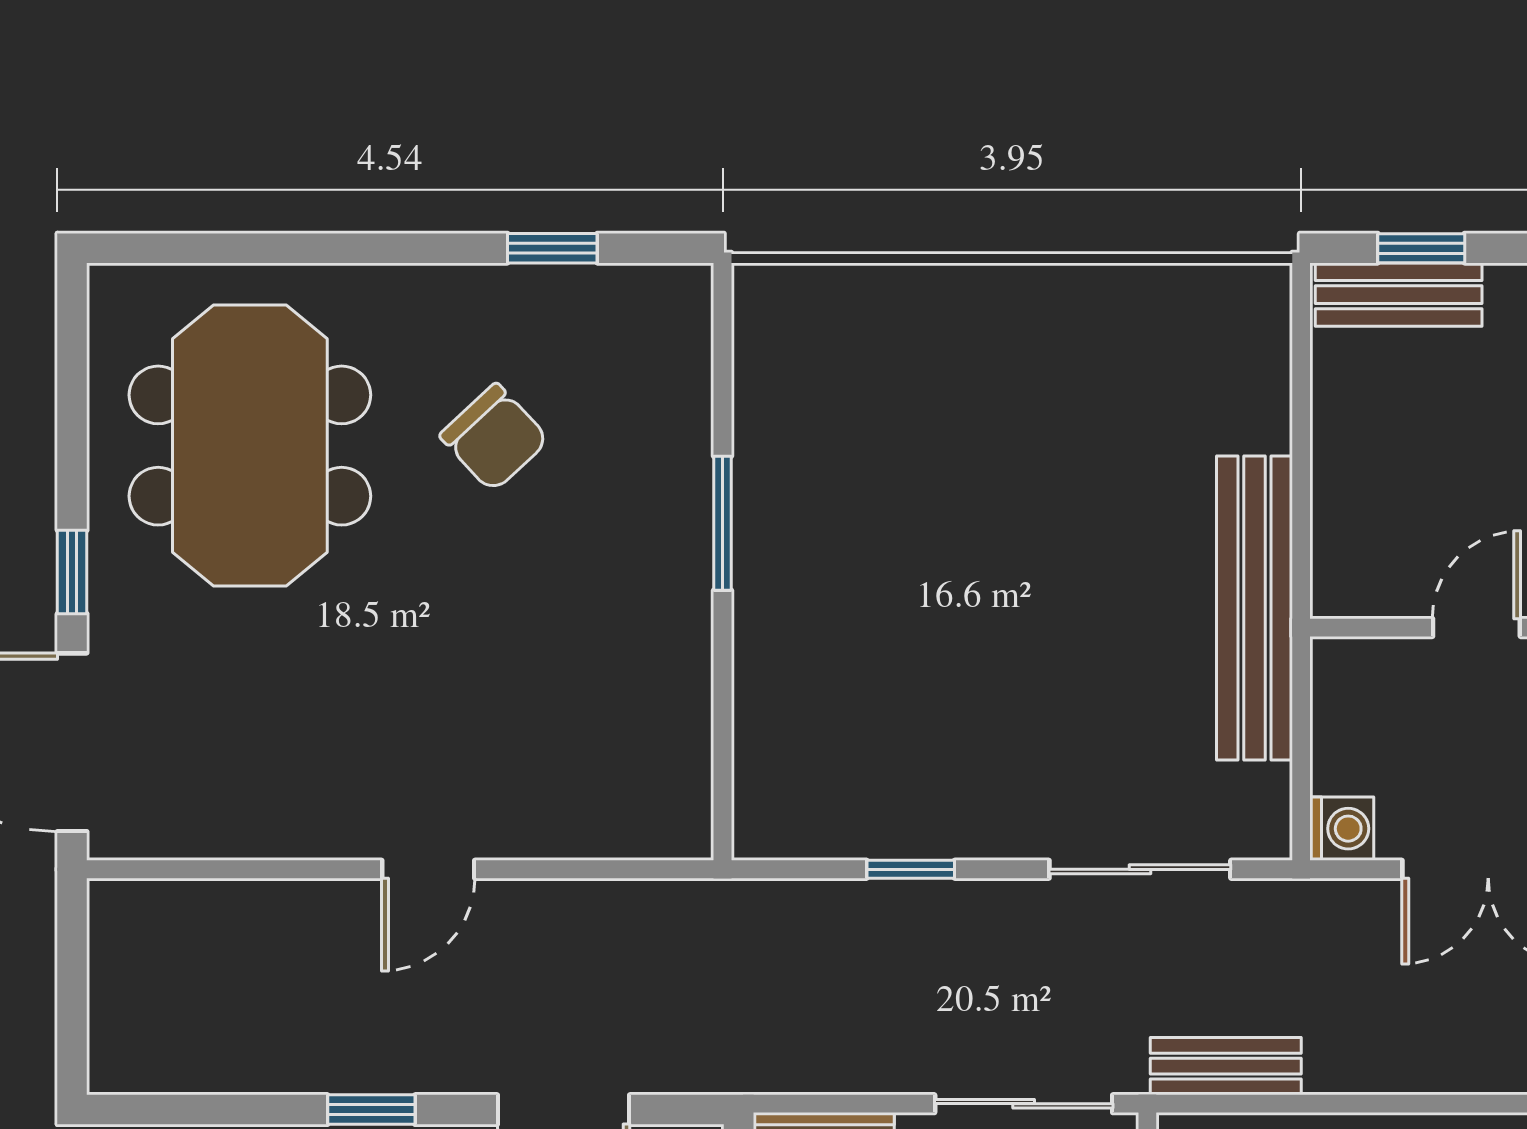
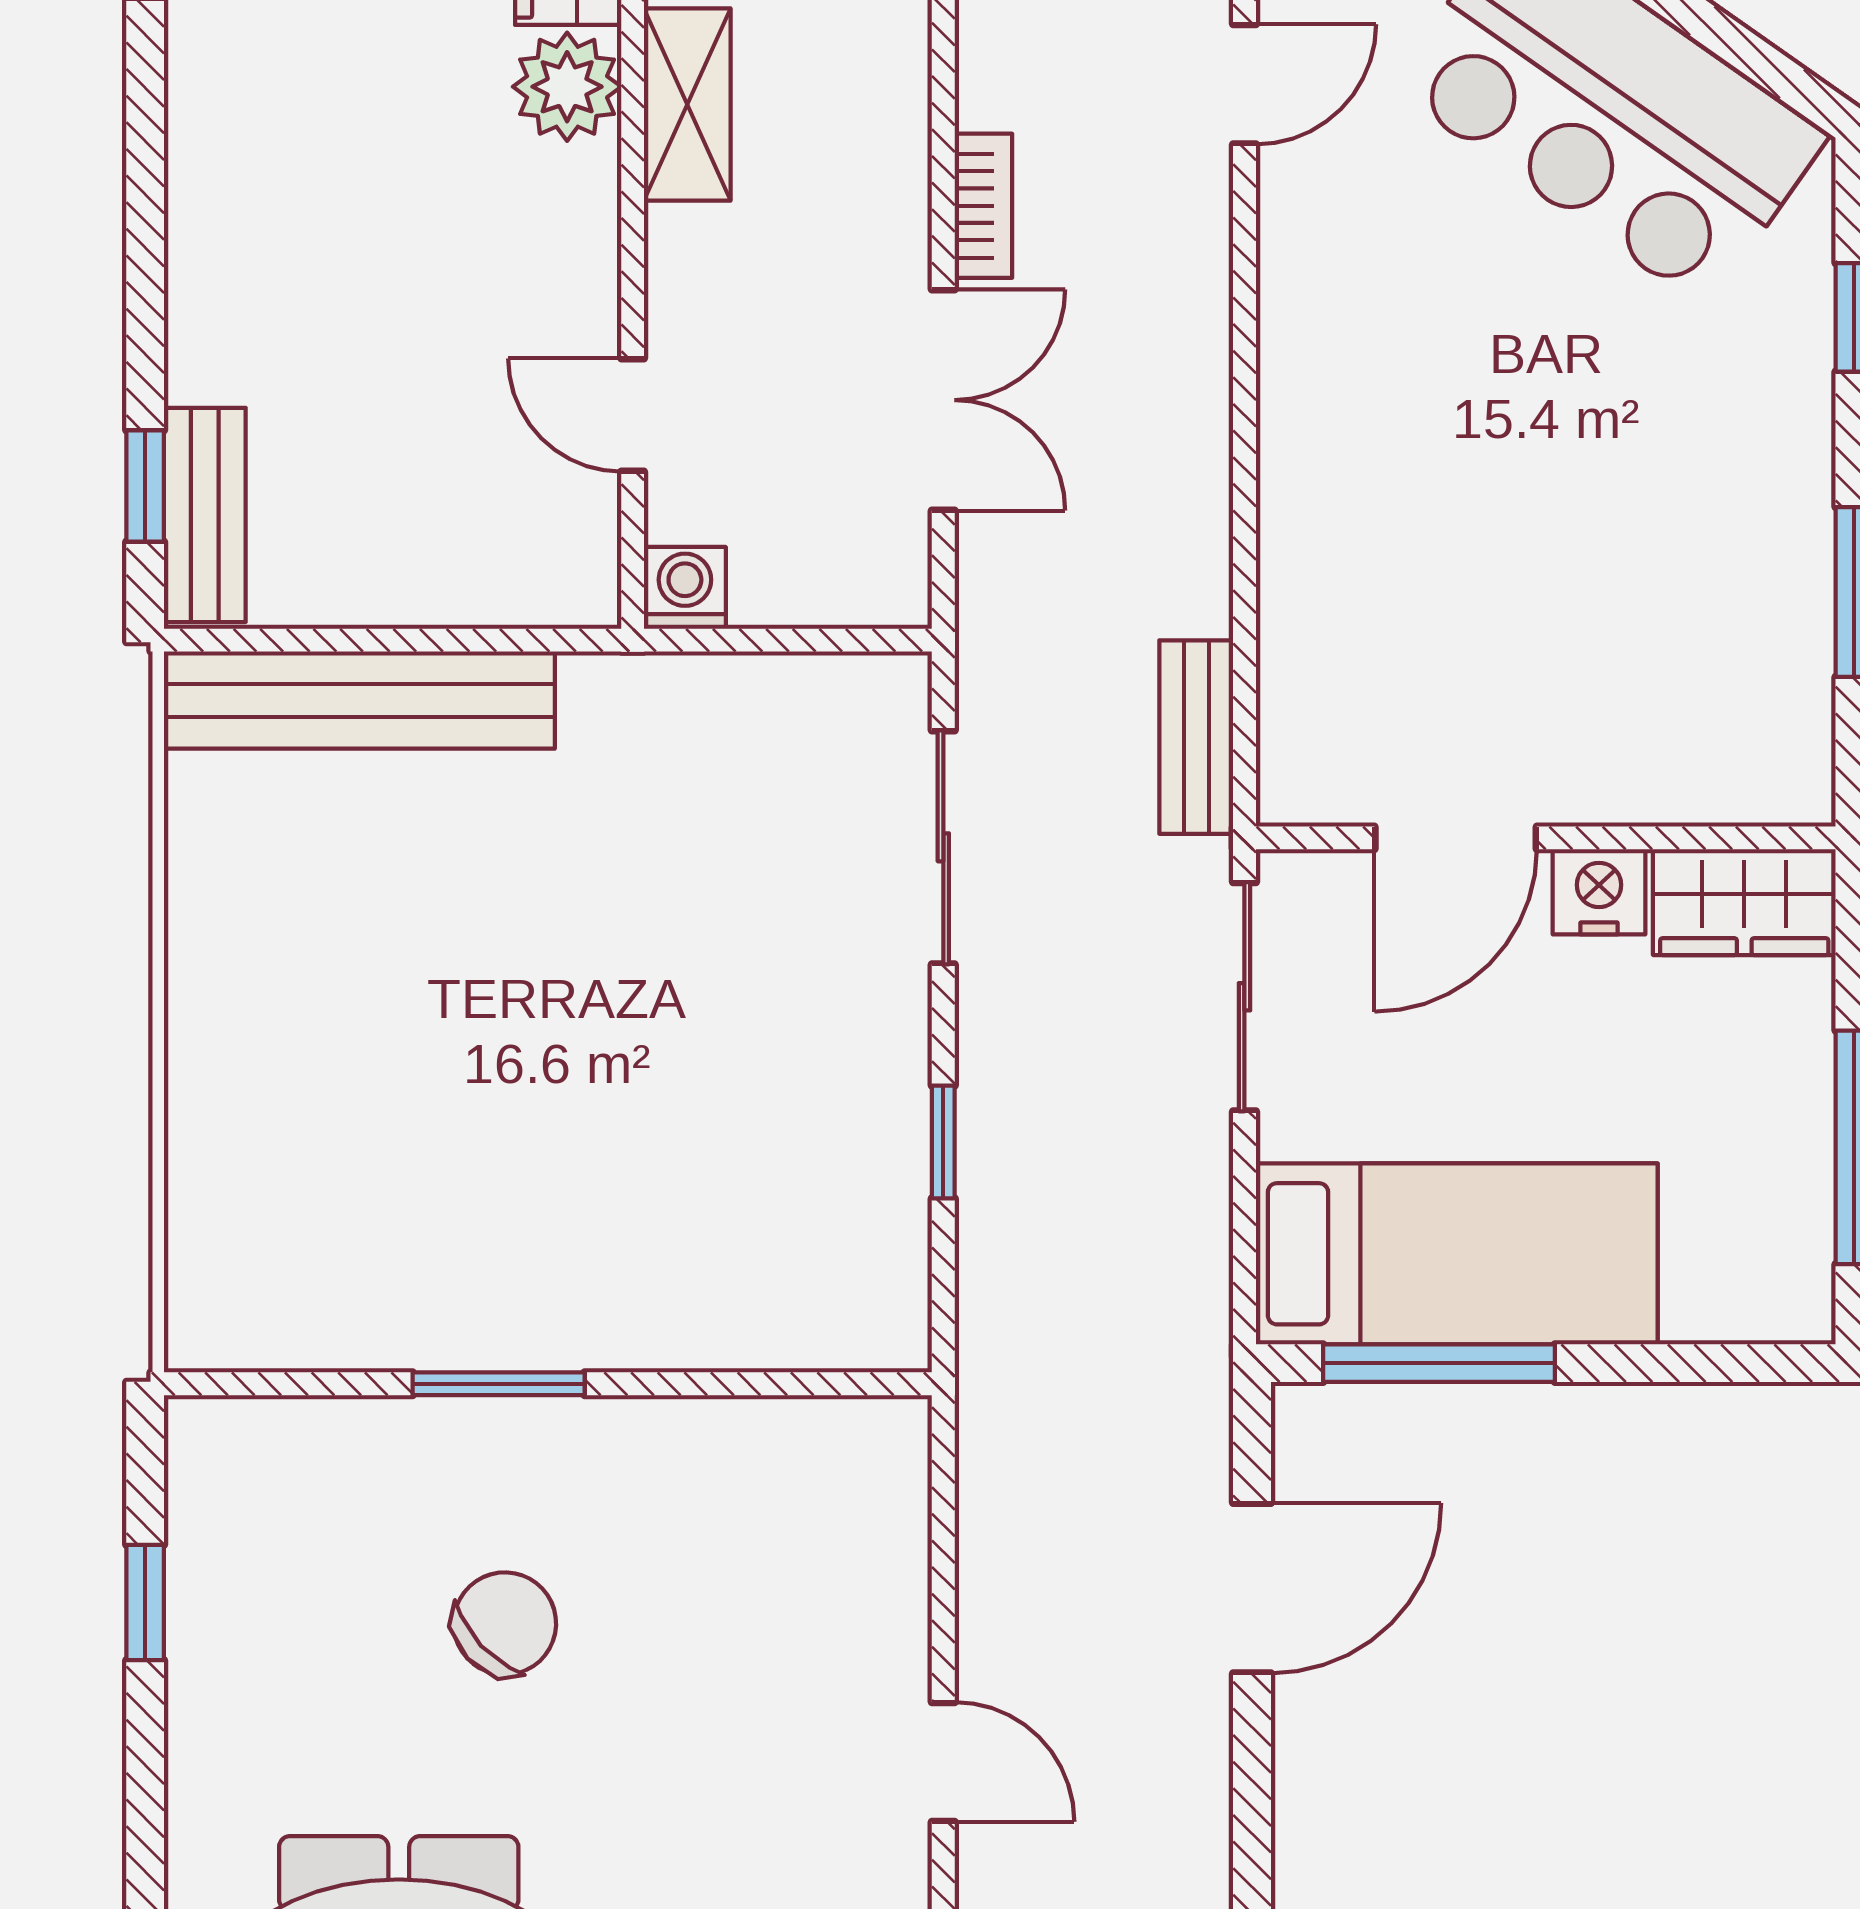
chair: (494, 438) -> (505, 1624), moved
bench: (1255, 608) -> (359, 700), moved
washing machine: (1342, 829) -> (685, 588), moved
window: (371, 1110) -> (1252, 1835), removed

